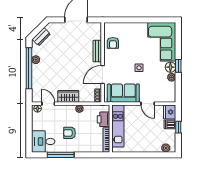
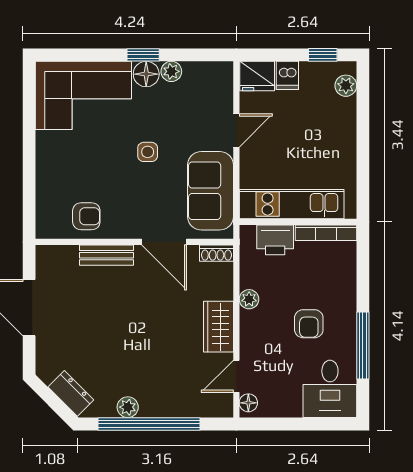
window: (178, 127) -> (323, 55), moved

